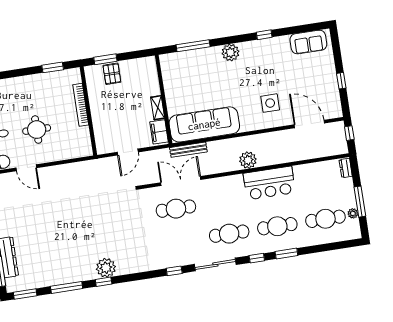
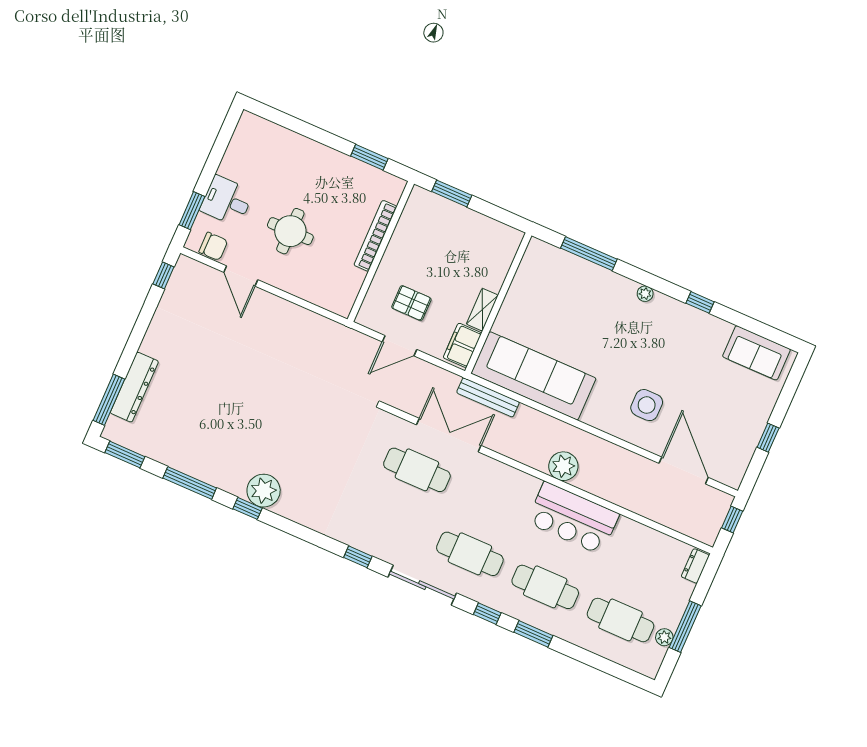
plant: (230, 53) -> (645, 294), width x0.53, depth x0.53
pallet: (112, 74) -> (411, 303), moved, turned 90

